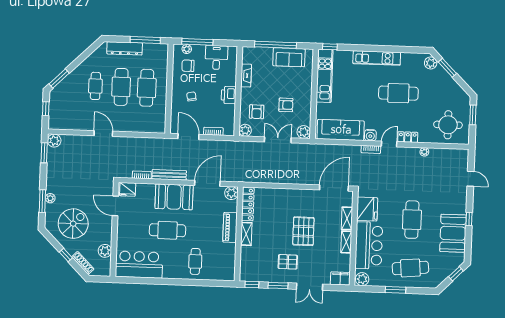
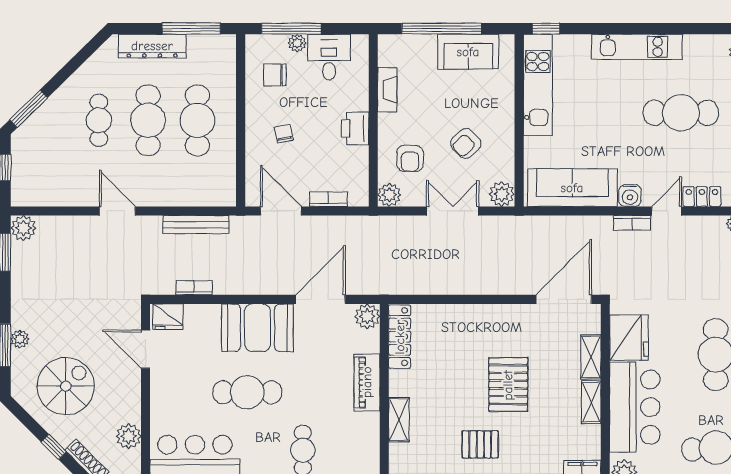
plant: (187, 49) -> (297, 43), moved
armchair: (286, 105) -> (466, 143), turned 136
bench: (169, 175) -> (196, 225), moved
shelving: (246, 234) -> (399, 420), moved

